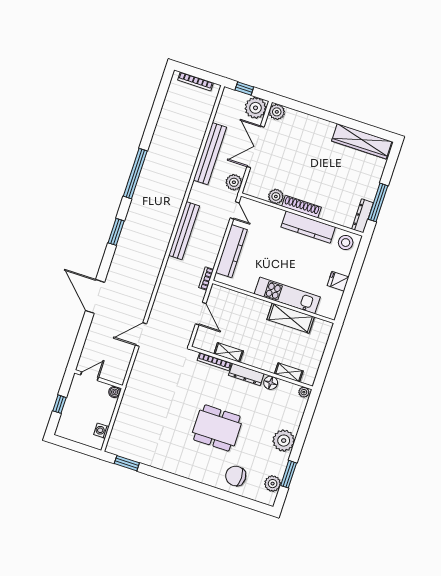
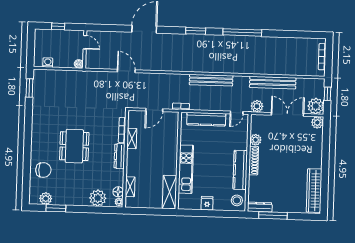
shelving: (291, 318) -> (169, 192), moved
floor lamp: (271, 383) -> (118, 192), moved
plant: (284, 441) -> (98, 198), moved
chair: (236, 476) -> (43, 170), turned 90

